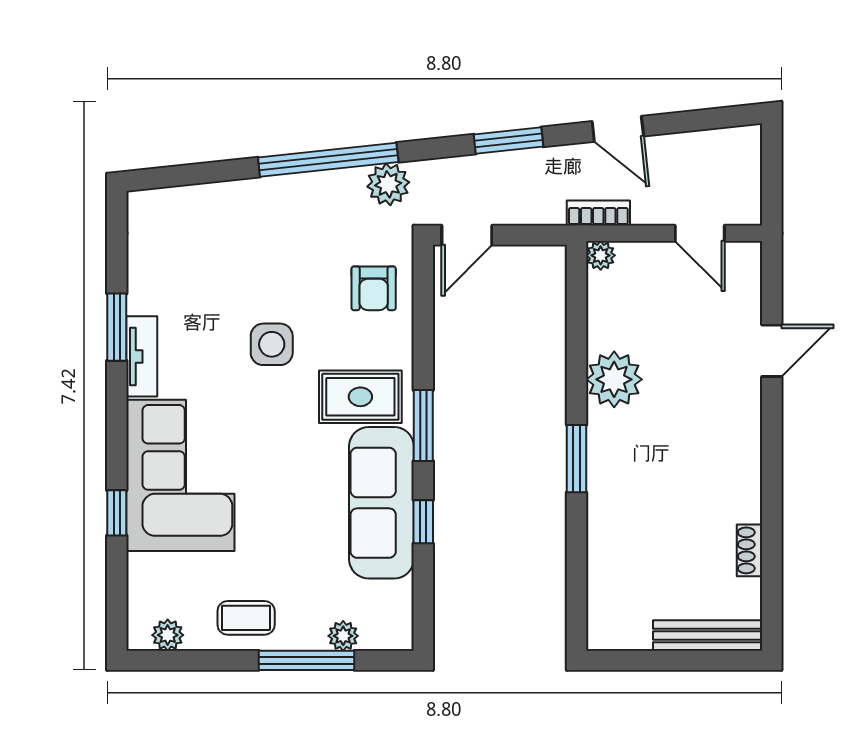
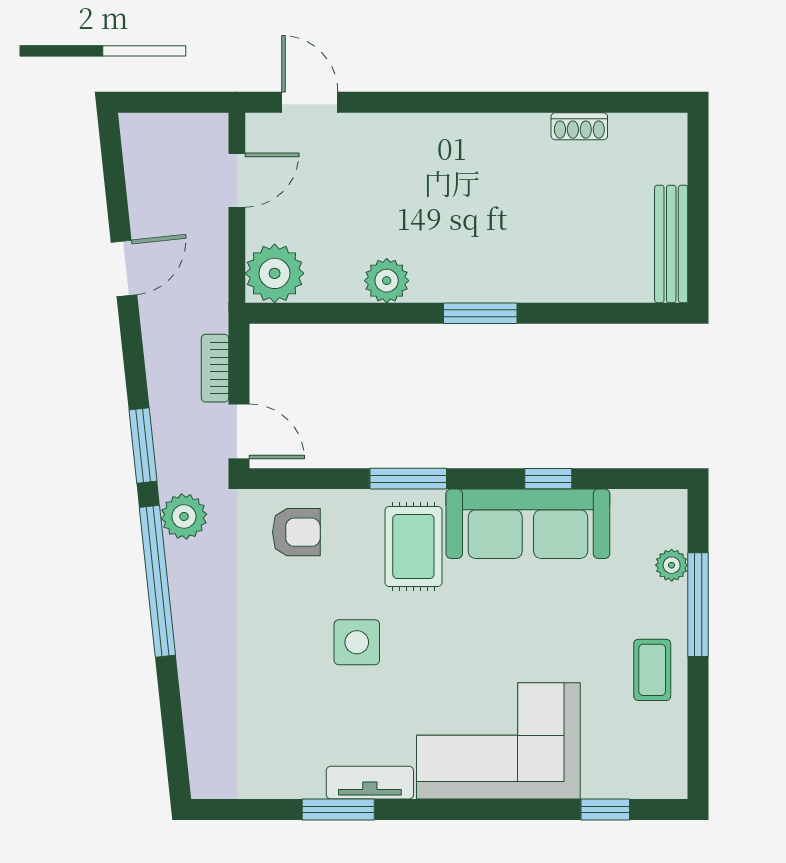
window: (508, 140) -> (143, 445), moved
bookcase: (598, 213) -> (215, 368), moved
plant: (601, 255) -> (275, 273), width x1.88, depth x1.88
door: (772, 351) -> (310, 102), moved
plant: (614, 379) -> (387, 281), width x0.73, depth x0.73
window: (423, 425) -> (408, 479), moved
window: (117, 513) -> (605, 810), moved
plant: (168, 635) -> (671, 755), removed
bench: (708, 636) -> (671, 244), moved

